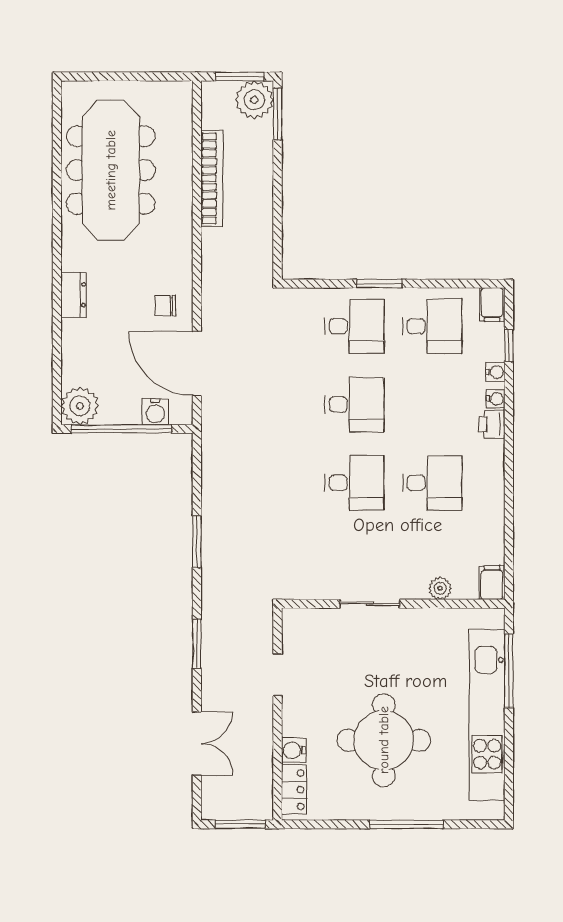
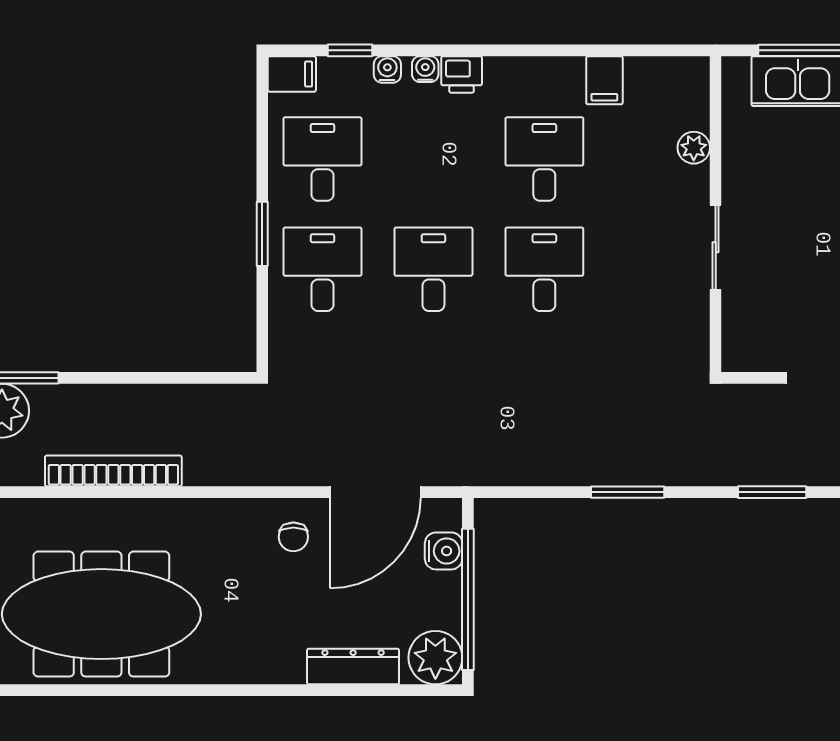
dresser: (74, 295) -> (353, 667), moved, width x1.44
filing cabinet: (492, 583) -> (604, 80), moved, turned -90

